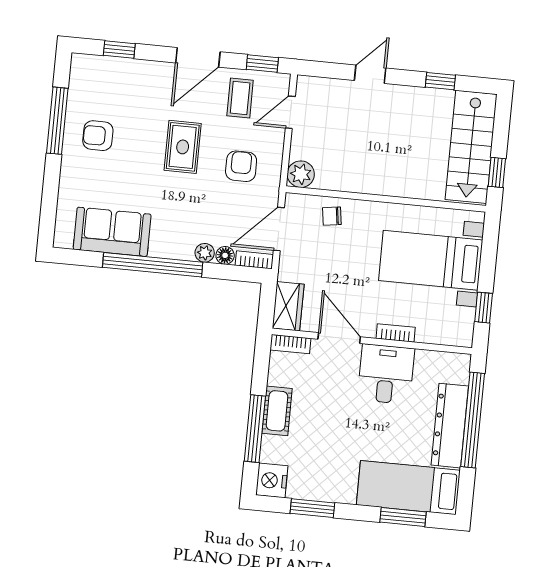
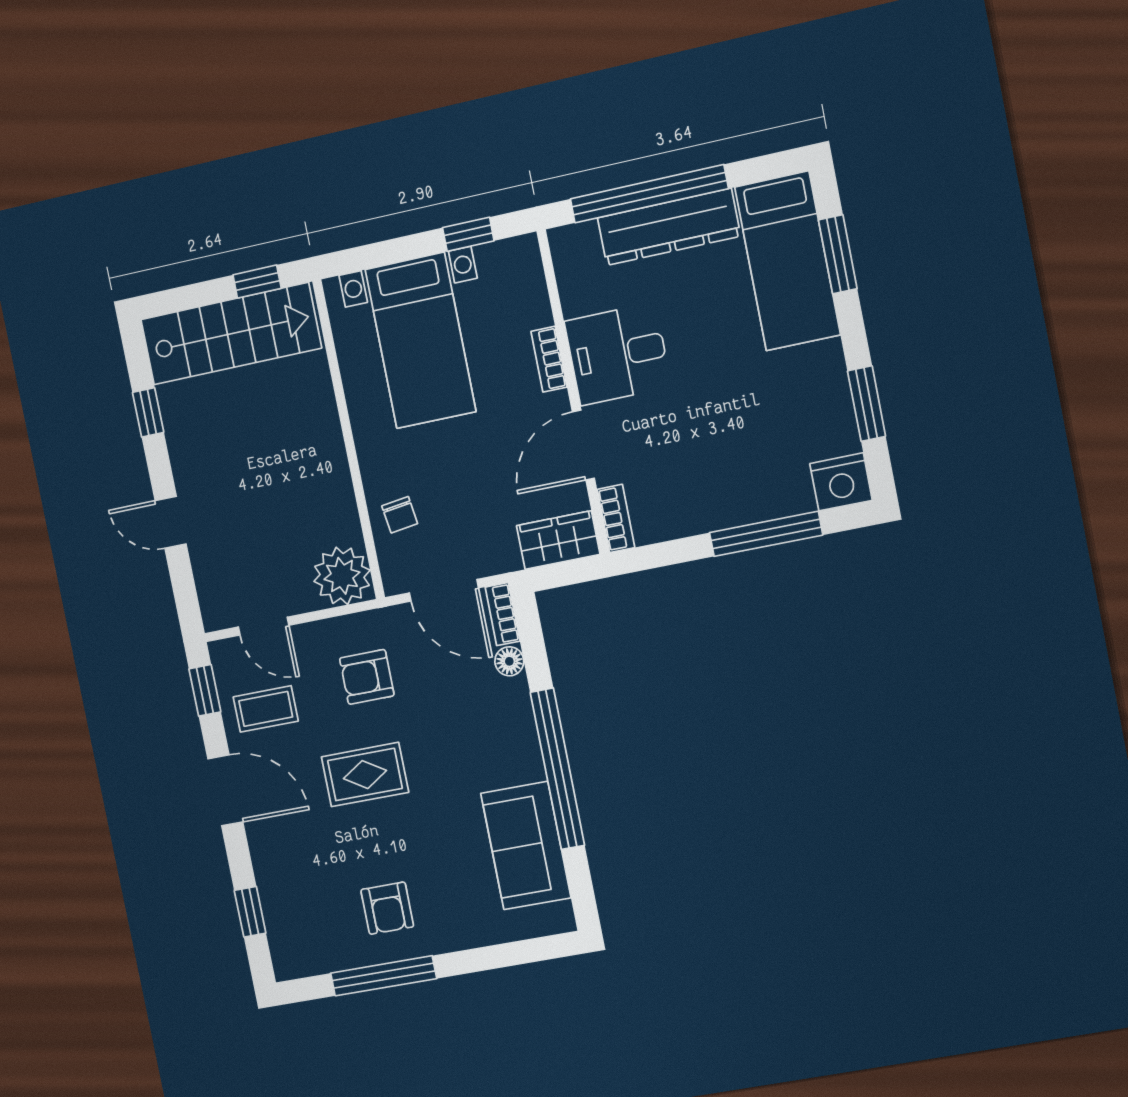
plant: (301, 174) -> (342, 576), width x1.36, depth x1.36
plant: (205, 253) -> (515, 694), removed
cot: (277, 411) -> (727, 507), removed

